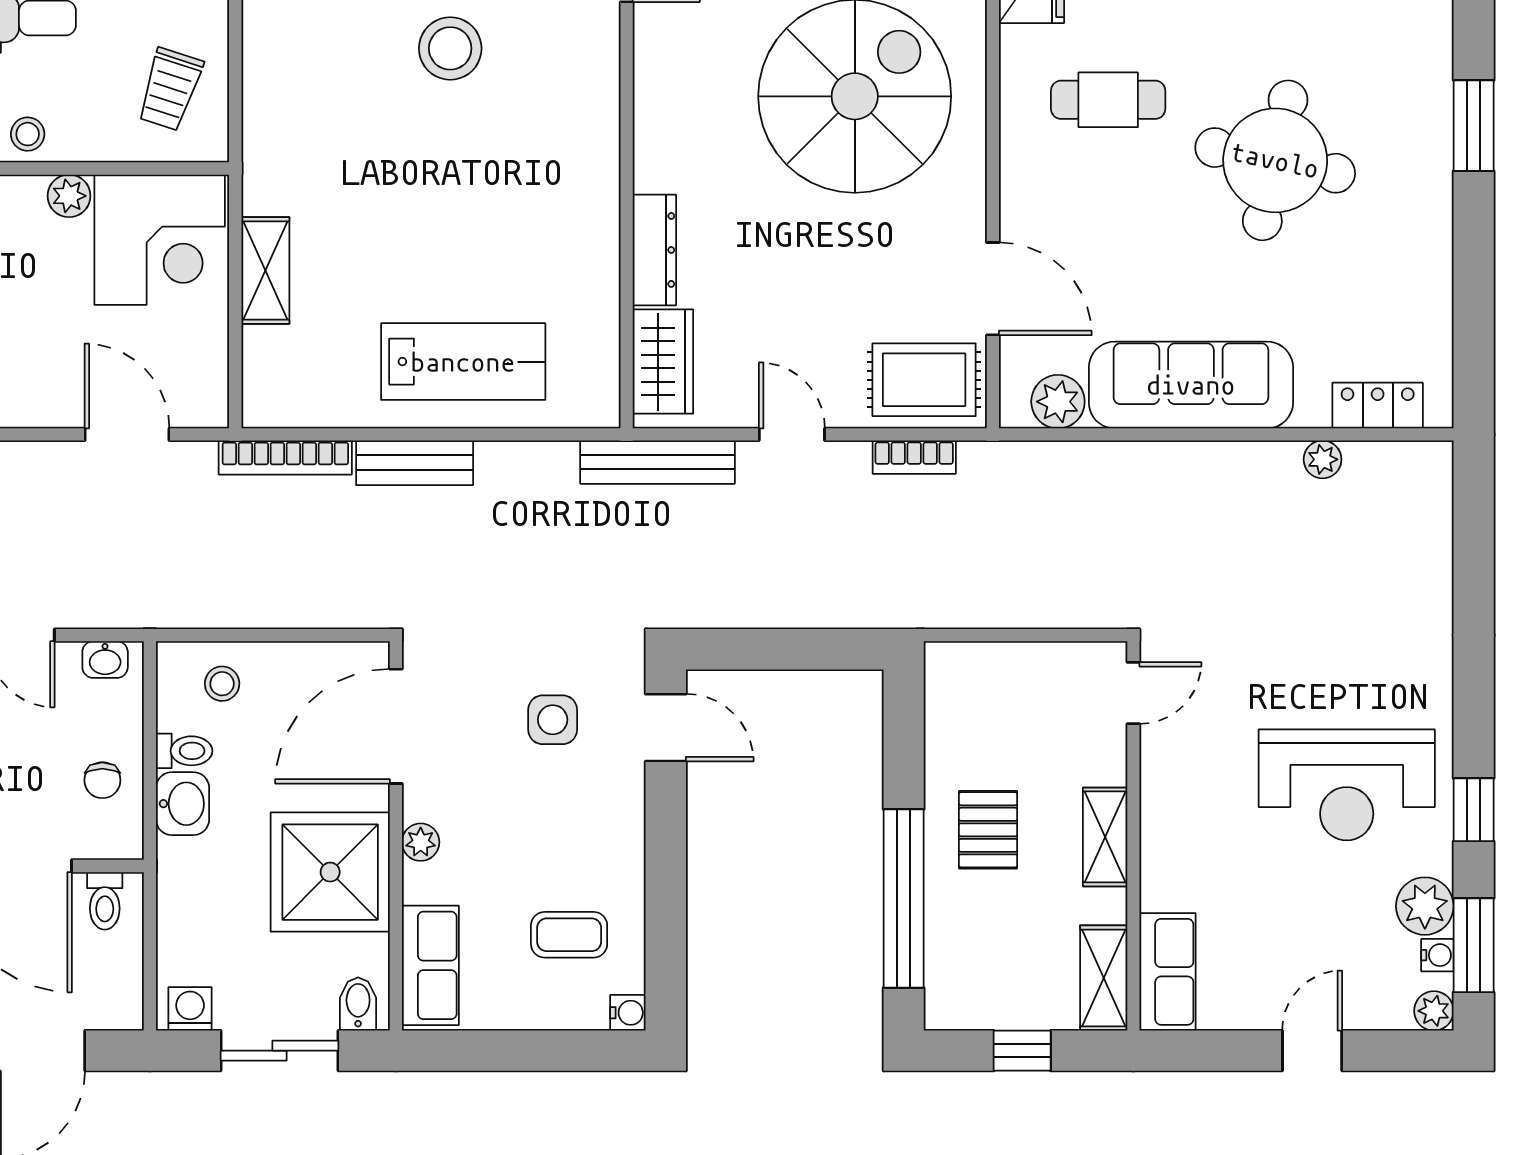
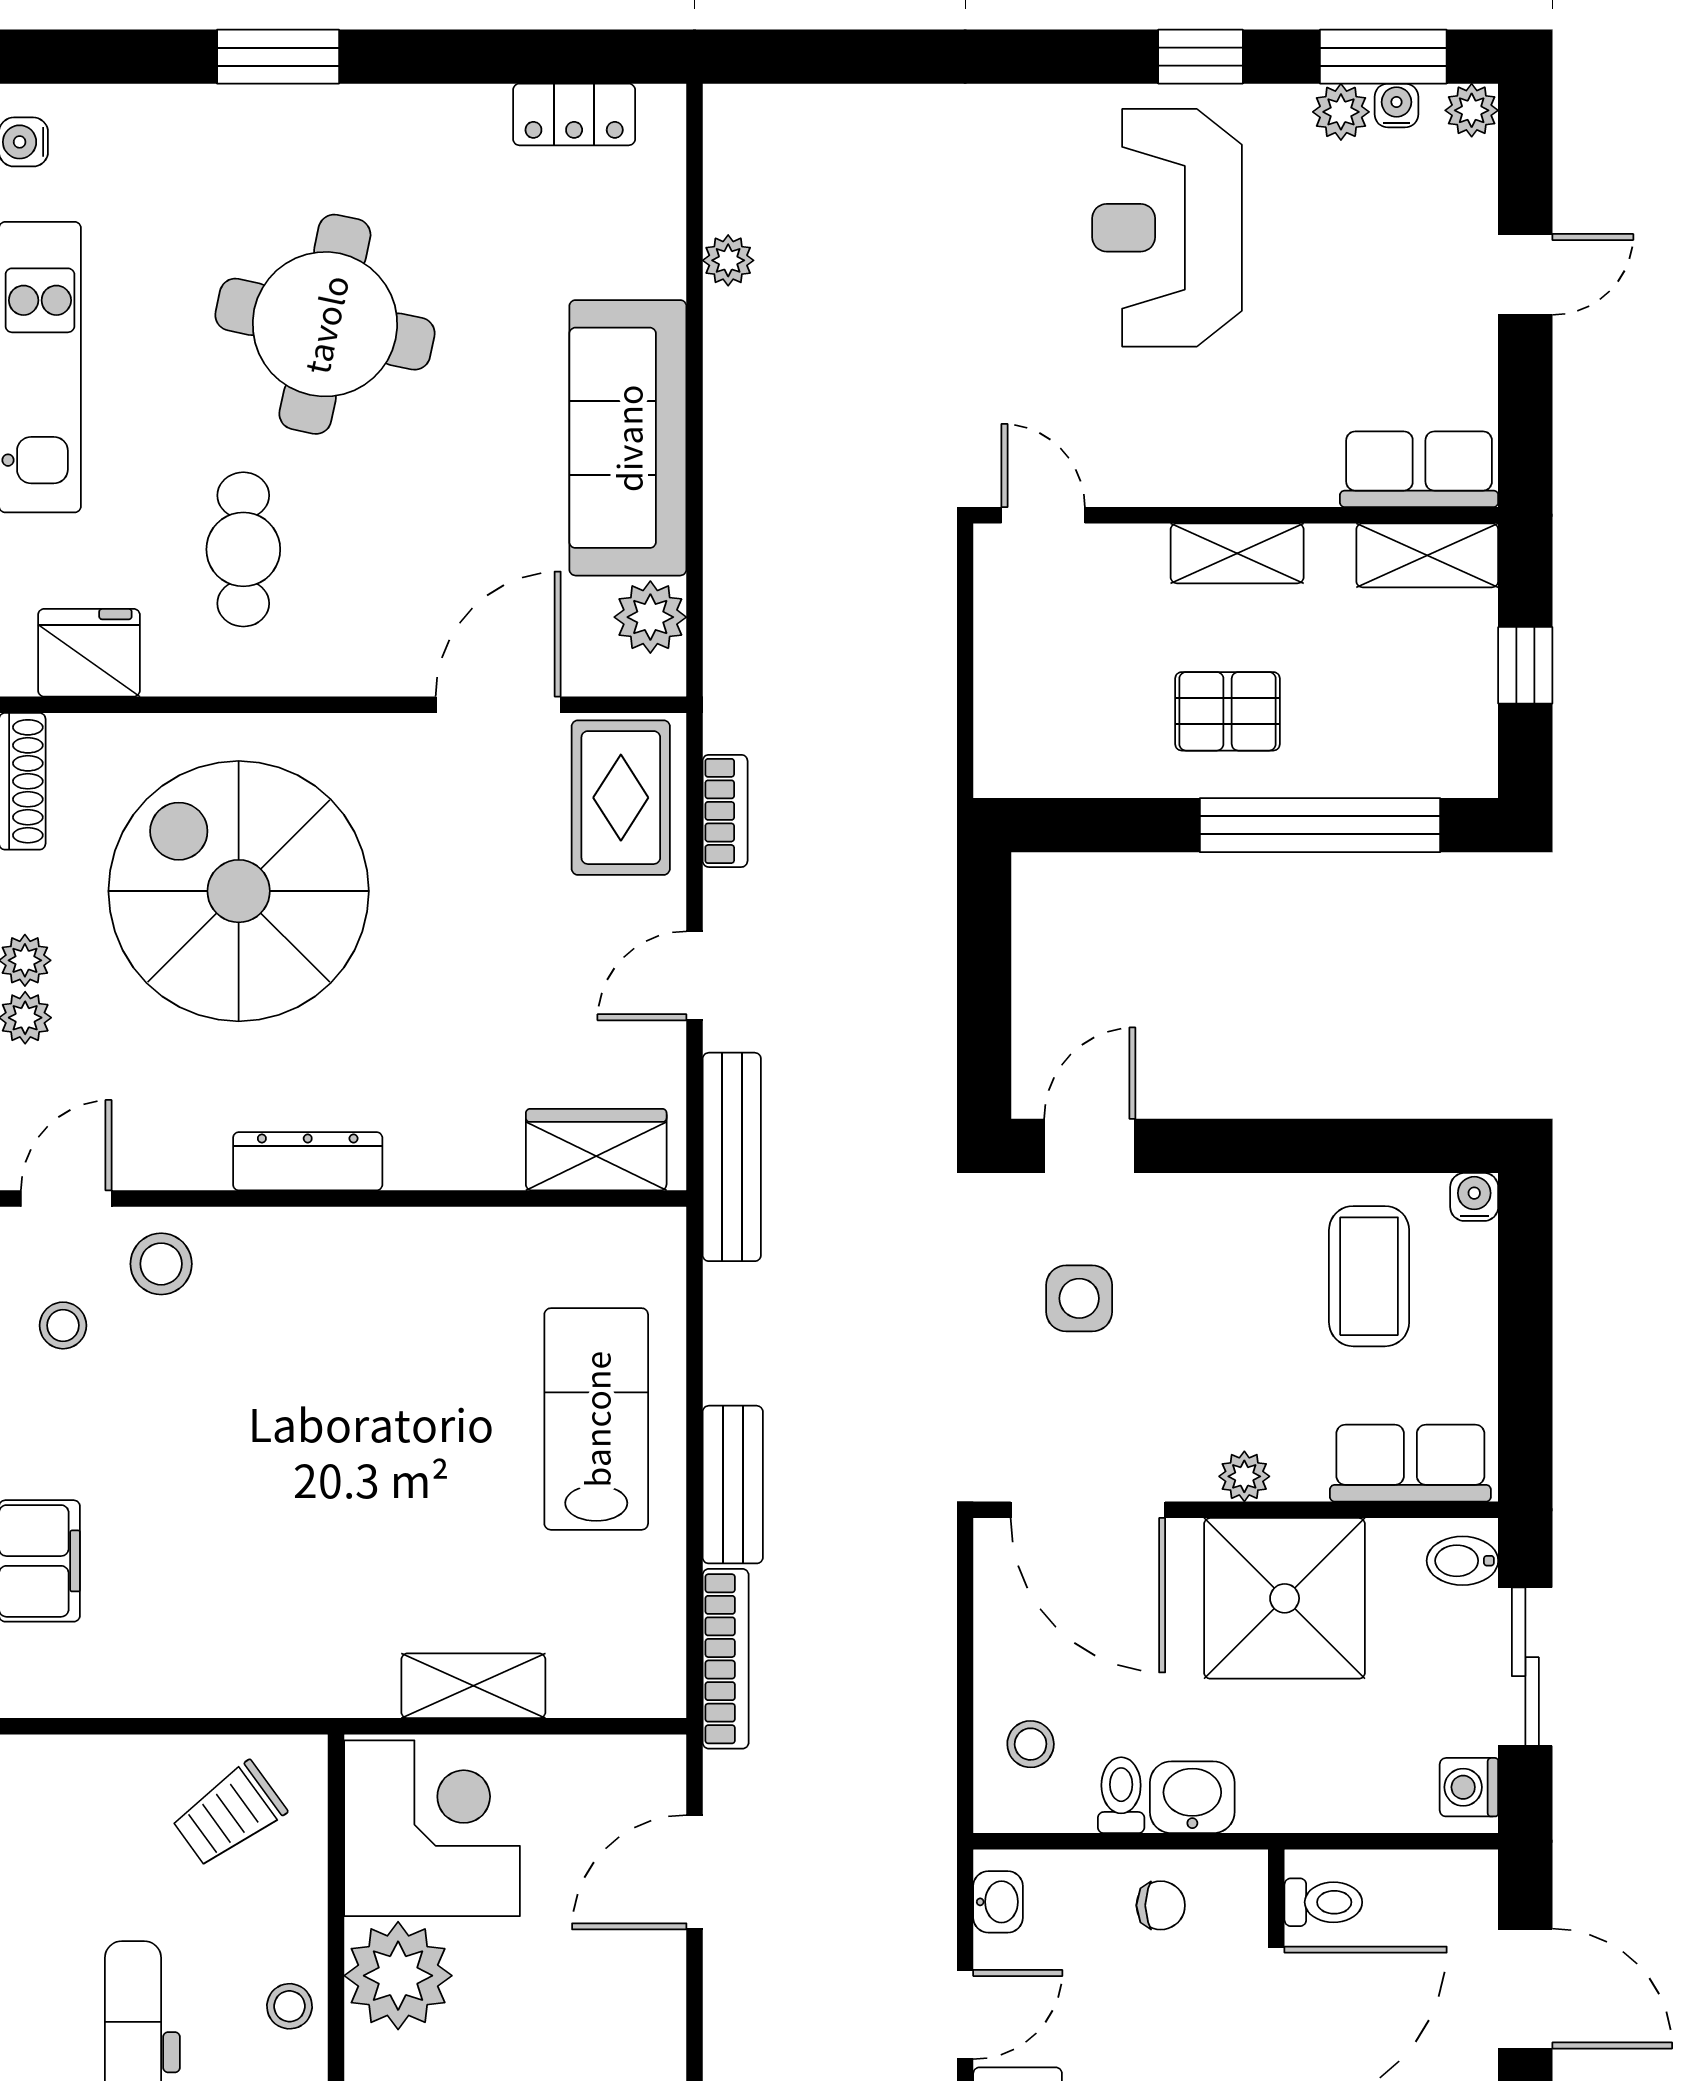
stool: (450, 48) -> (161, 1264), moved, width x0.73, depth x0.73
trolley: (170, 89) -> (229, 1814), turned 126
plant: (69, 196) -> (398, 1976), width x1.88, depth x1.88
dresser: (654, 250) -> (308, 1161), moved
locker: (1378, 406) -> (574, 114), moved, turned -90
reception desk: (1347, 785) -> (1167, 228), turned 180
plant: (1425, 906) -> (1341, 112), width x0.73, depth x0.73
coffee table: (569, 935) -> (1369, 1276), width x1.36, depth x1.30
door: (1312, 1051) -> (1525, 274), swing flipped

